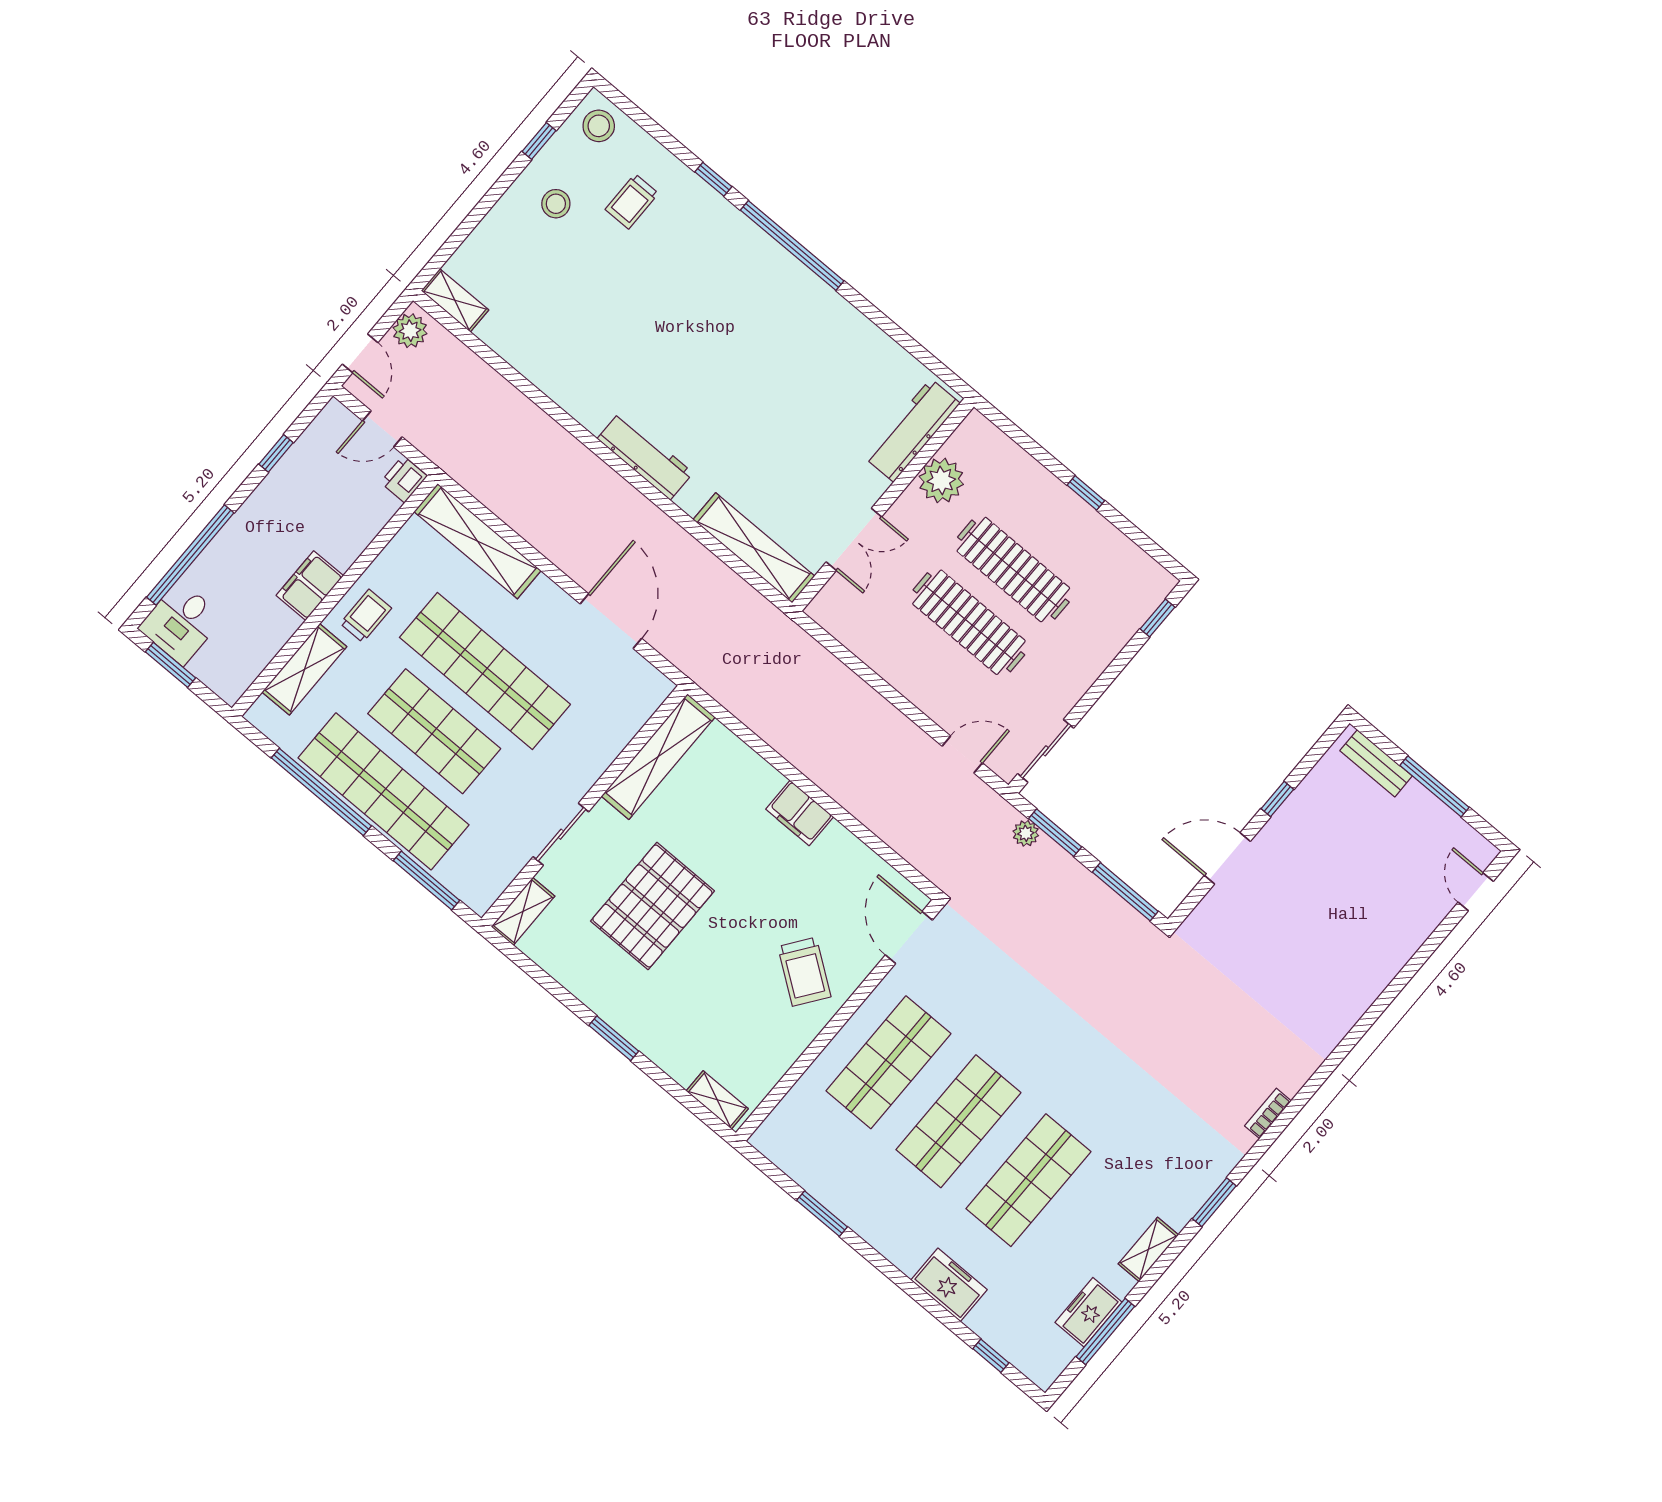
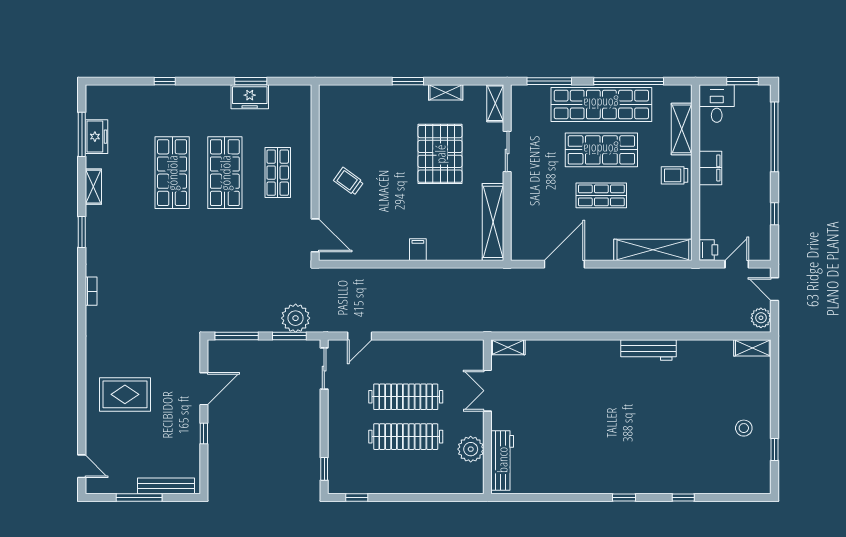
stool: (599, 126) -> (754, 478), removed
trolley: (632, 201) -> (711, 457), removed
window: (792, 245) -> (624, 497), width x0.32
workbench: (645, 456) -> (649, 350), moved
window: (1086, 493) -> (357, 497), moved
shelving: (754, 548) -> (508, 347), width x0.45, depth x0.75
trolley: (366, 616) -> (674, 175), turned 90
door: (611, 621) -> (564, 264), swing flipped
desk: (181, 623) -> (717, 104), moved
shop shelf: (485, 671) -> (601, 195), width x0.50, depth x0.74
bench: (1376, 763) -> (166, 486), width x1.36
filing cabinet: (800, 813) -> (418, 250), width x0.50
plant: (1026, 833) -> (296, 318), width x1.88, depth x1.88
rug: (1338, 939) -> (125, 394), added
trolley: (804, 972) -> (349, 181), width x0.73, depth x0.72
shop shelf: (888, 1062) -> (278, 173), width x0.70, depth x0.74
shelving: (717, 1100) -> (446, 92), moved
freezer: (949, 1285) -> (250, 97), moved
window: (991, 1356) -> (165, 81), moved

